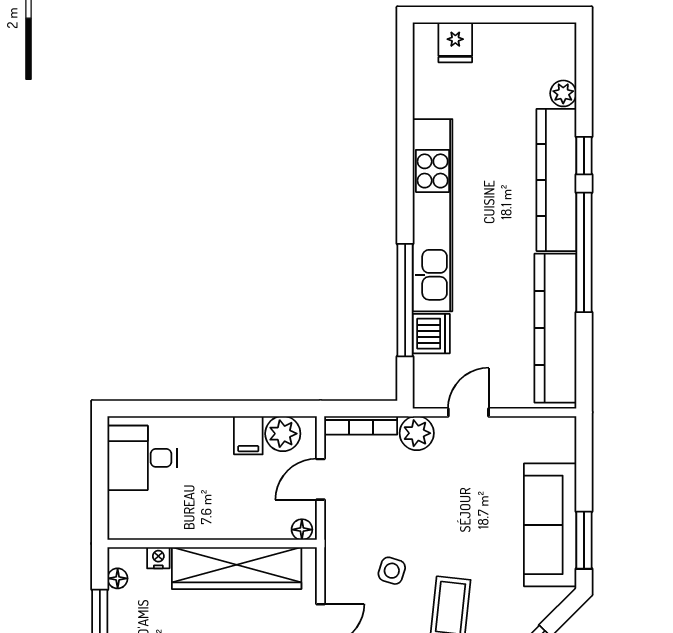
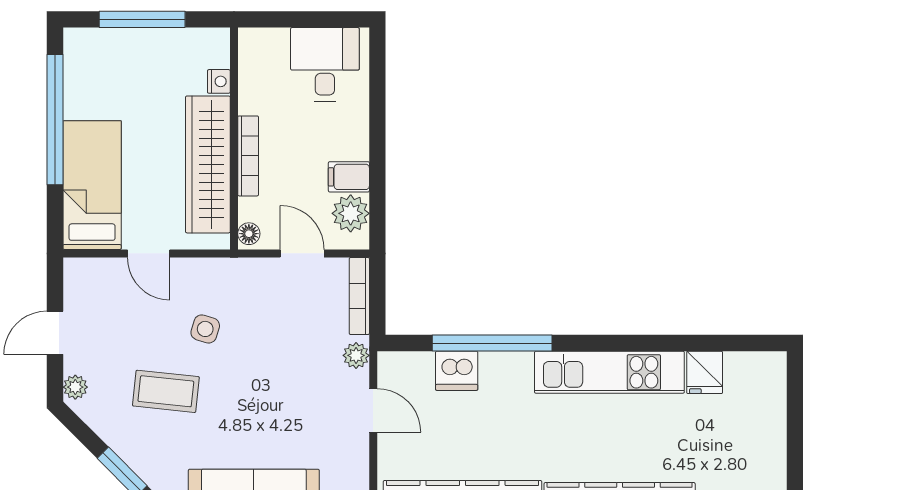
fridge: (455, 42) -> (705, 372), moved, turned -90
kitchen unit: (433, 215) -> (609, 372), width x0.73
plant: (417, 433) -> (356, 355), width x0.73, depth x0.73
bookcase: (229, 530) -> (248, 156), added
floor lamp: (118, 578) -> (197, 38), removed

